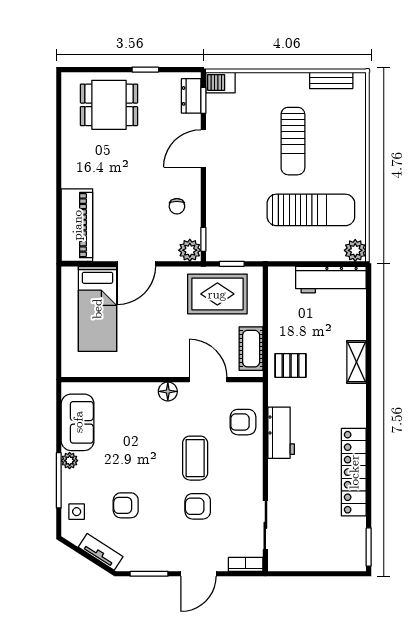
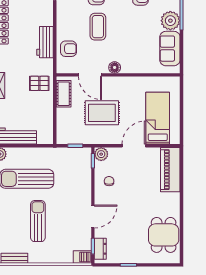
dining table: (109, 105) -> (164, 235), moved, turned 90
rug: (217, 294) -> (102, 113), moved
plant: (70, 461) -> (170, 21), width x1.87, depth x1.87

